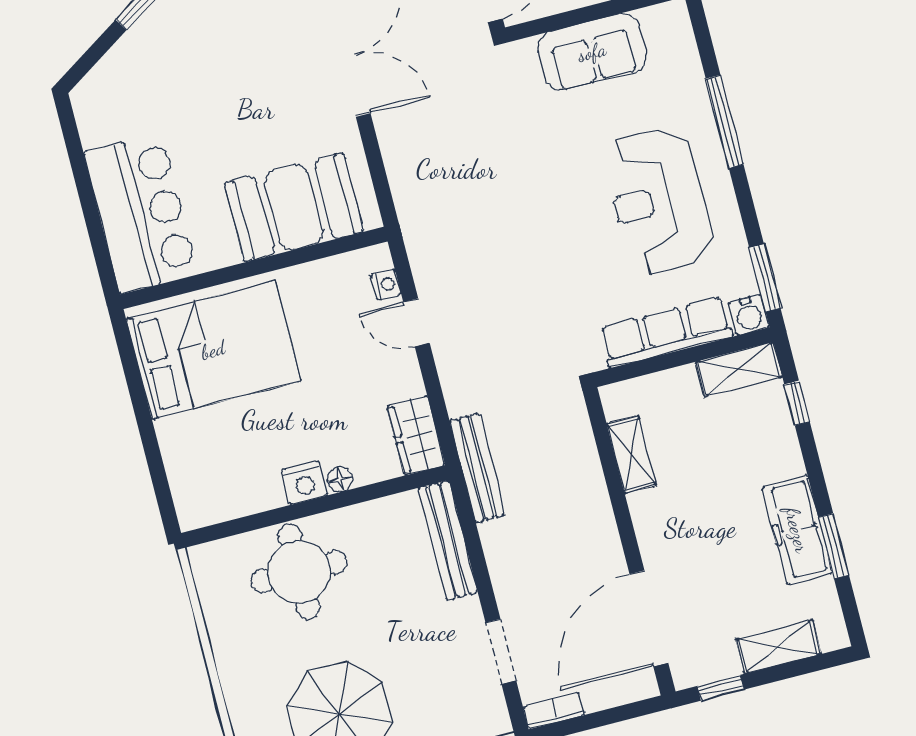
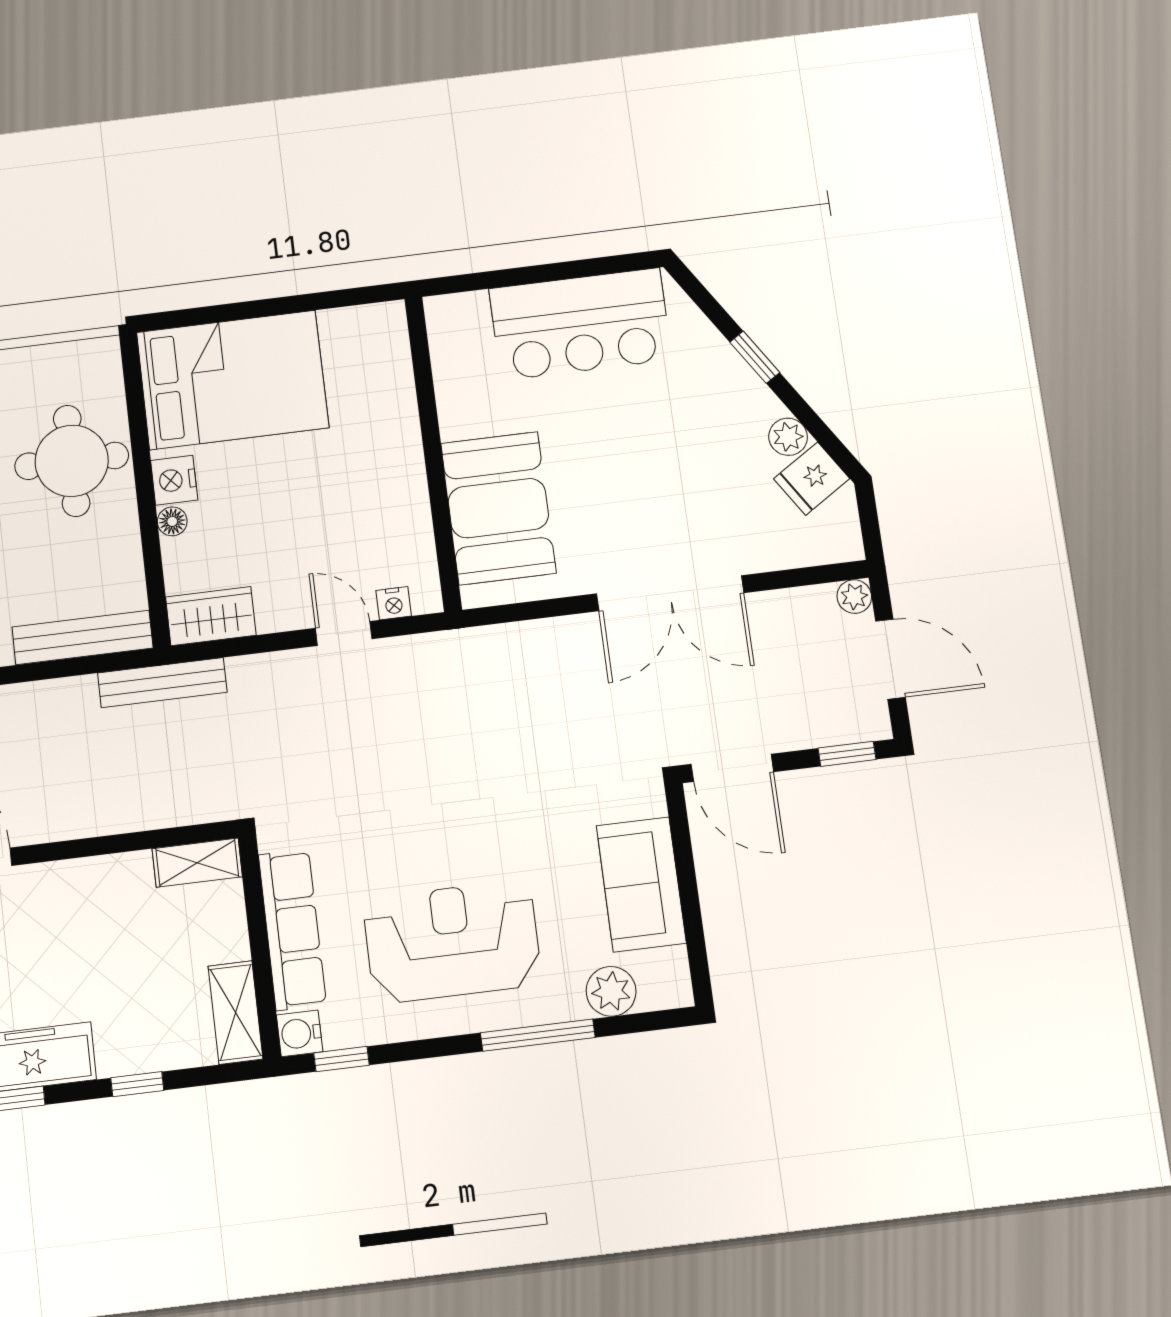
plant: (682, 66) -> (611, 991), added
bar counter: (141, 213) -> (580, 324), moved
window: (765, 278) -> (342, 1059), width x0.67
door: (416, 323) -> (344, 633), hinge flipped
bed: (213, 350) -> (232, 380), moved, turned -90
window: (797, 403) -> (137, 1084), moved
shelving: (631, 454) -> (197, 863), moved

